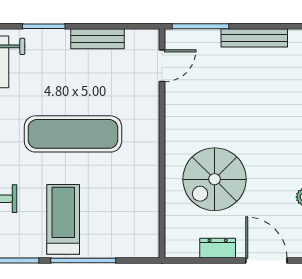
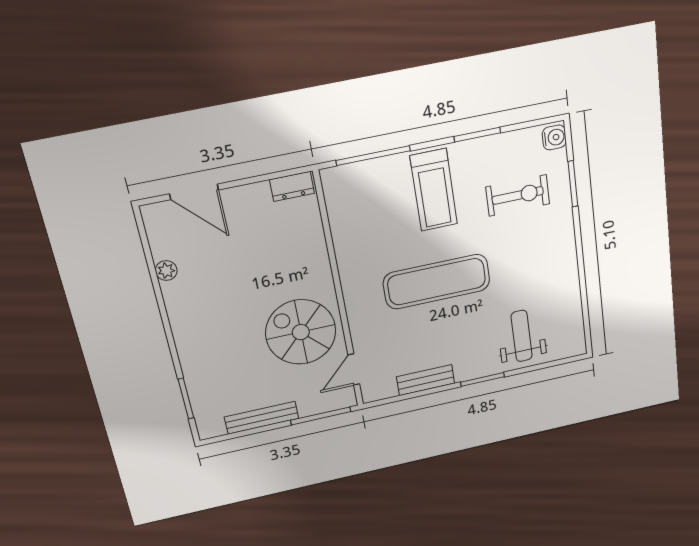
spiral stairs: (215, 179) -> (301, 332), moved, turned -90
dresser: (218, 248) -> (292, 186), moved
window: (83, 260) -> (373, 156), moved

